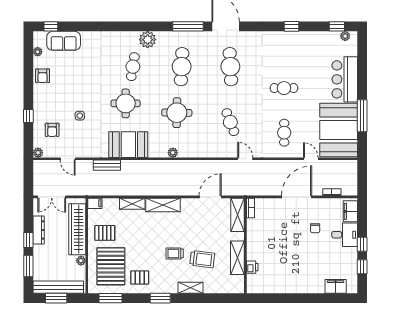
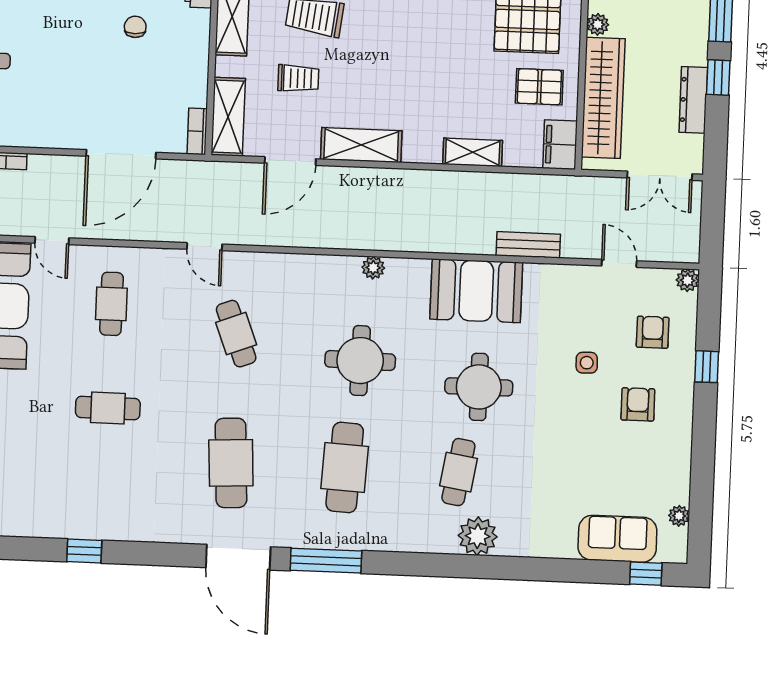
plant: (148, 40) -> (478, 536), moved
armchair: (43, 76) -> (638, 404), moved
double door: (52, 197) -> (660, 176), swing flipped
door: (297, 197) -> (121, 154), moved
filing cabinet: (95, 203) -> (560, 145), width x2.00
shelving: (163, 205) -> (361, 145), moved
chair: (315, 228) -> (135, 27), moved
trolley: (175, 253) -> (298, 78), moved

